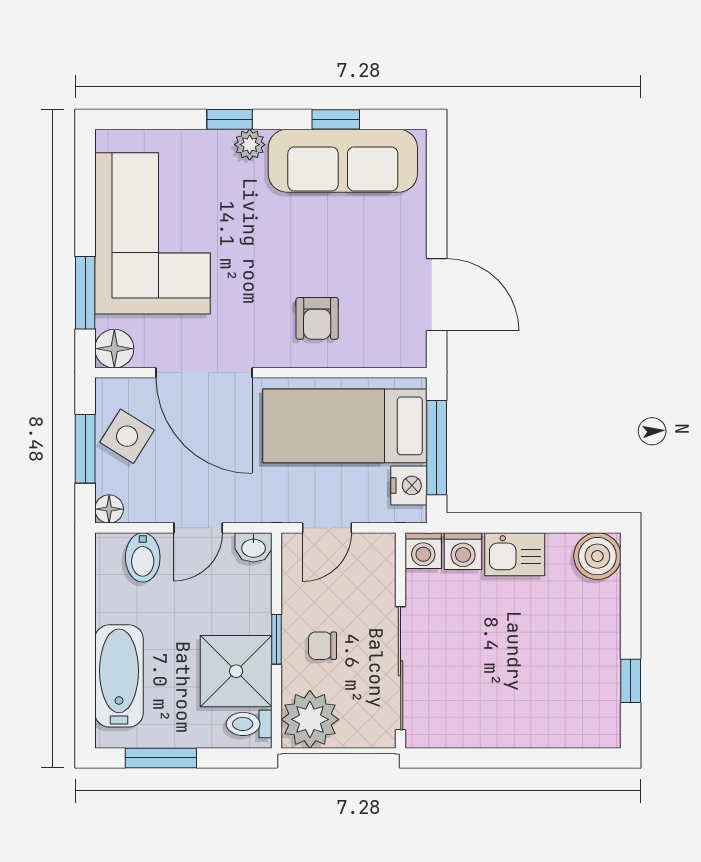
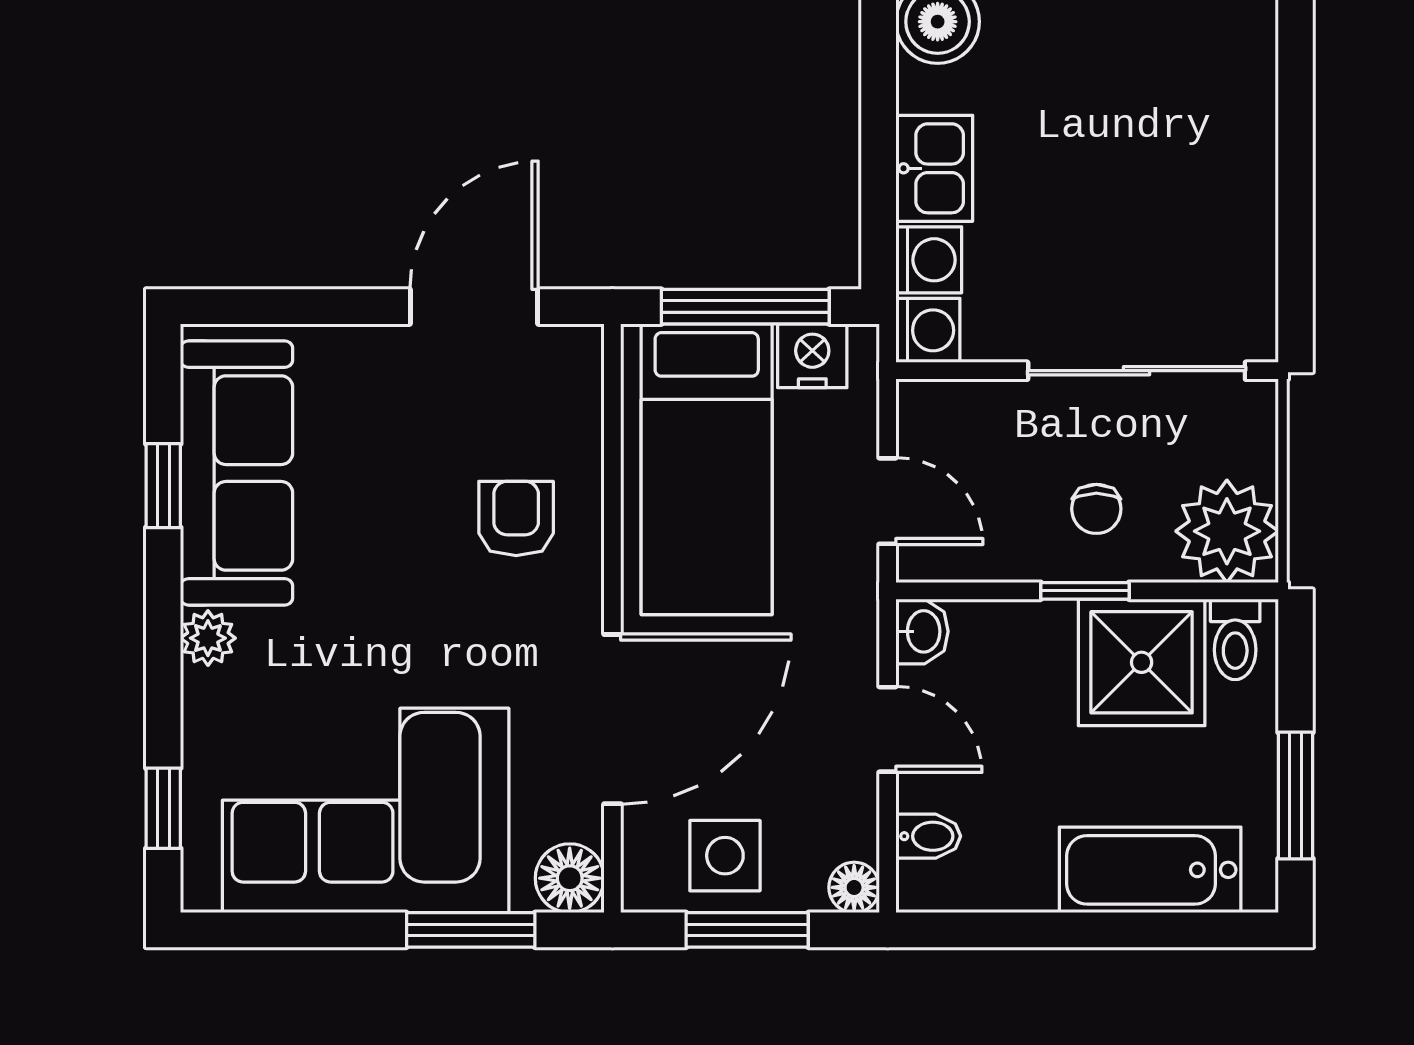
window: (230, 119) -> (163, 808), moved
armchair: (317, 318) -> (516, 518), turned -90
side table: (127, 436) -> (725, 856), turned -32
bidet: (143, 557) -> (928, 836), width x0.72, depth x0.74

